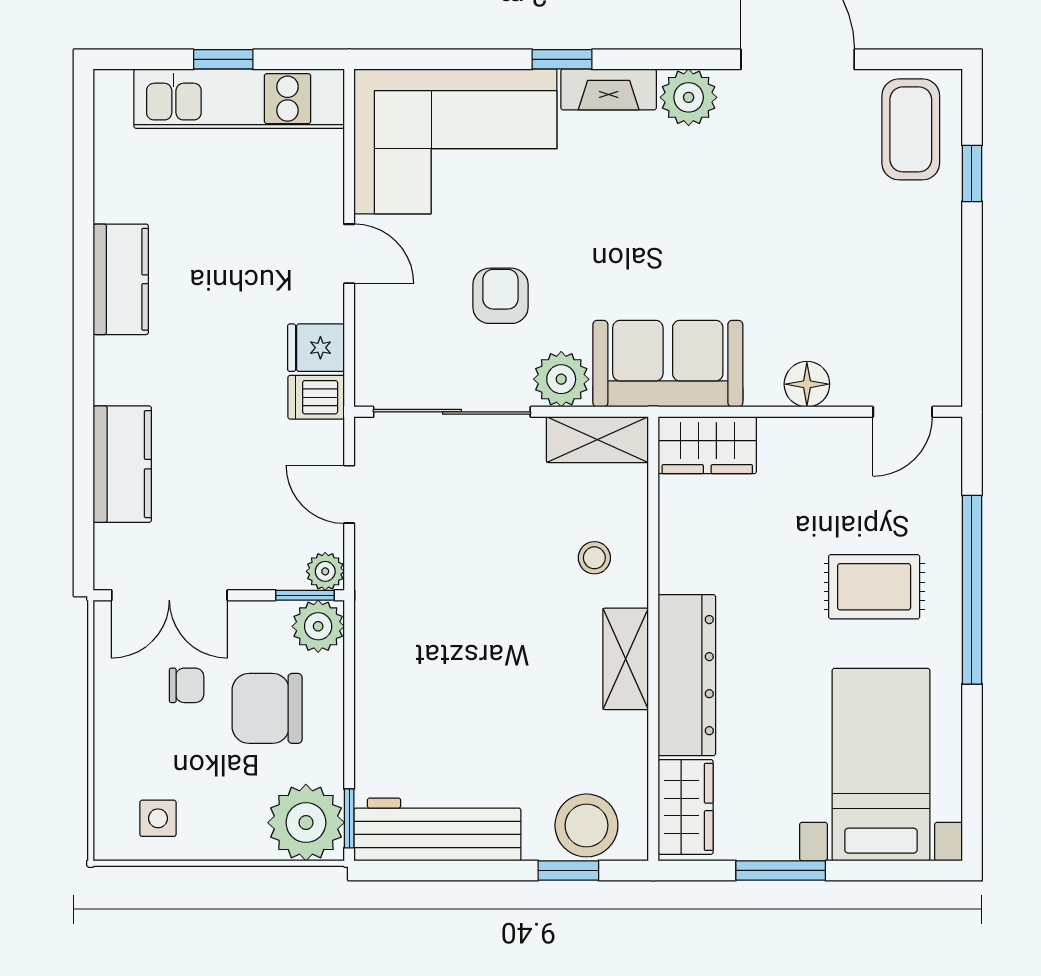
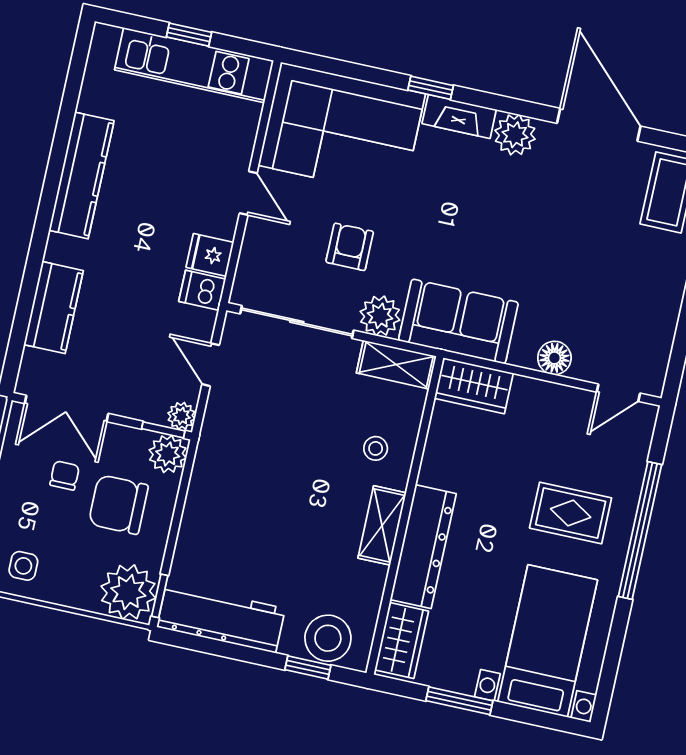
kitchen counter: (121, 279) -> (81, 175), width x1.50
chair: (187, 685) -> (65, 475), turned -90

